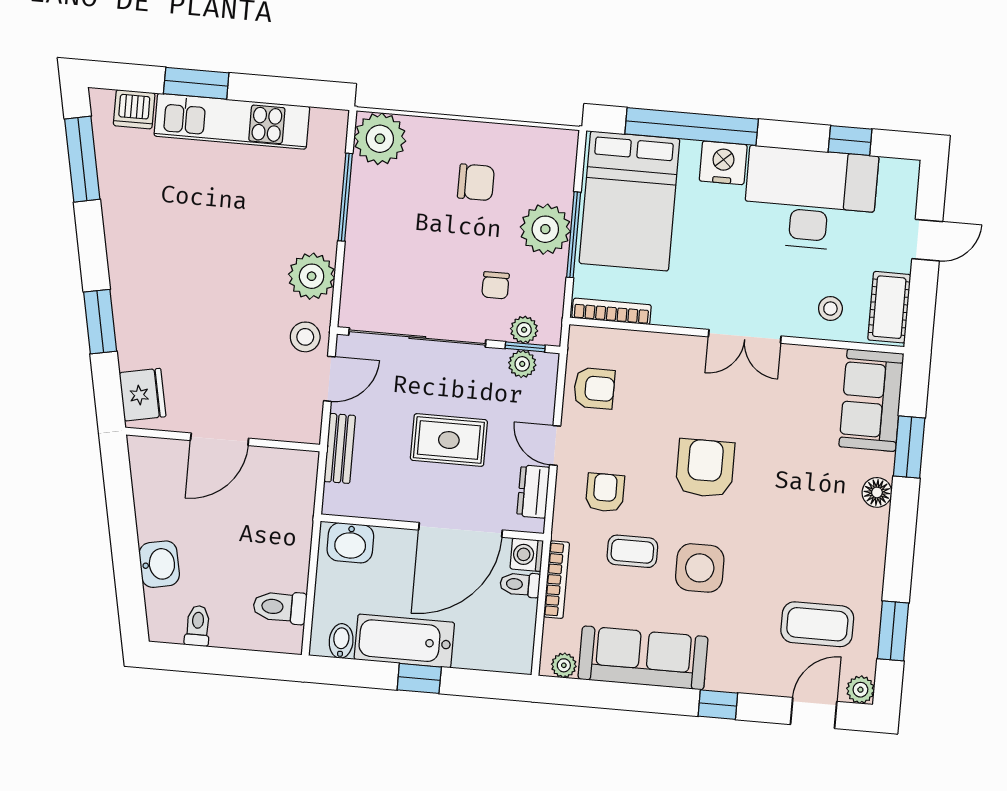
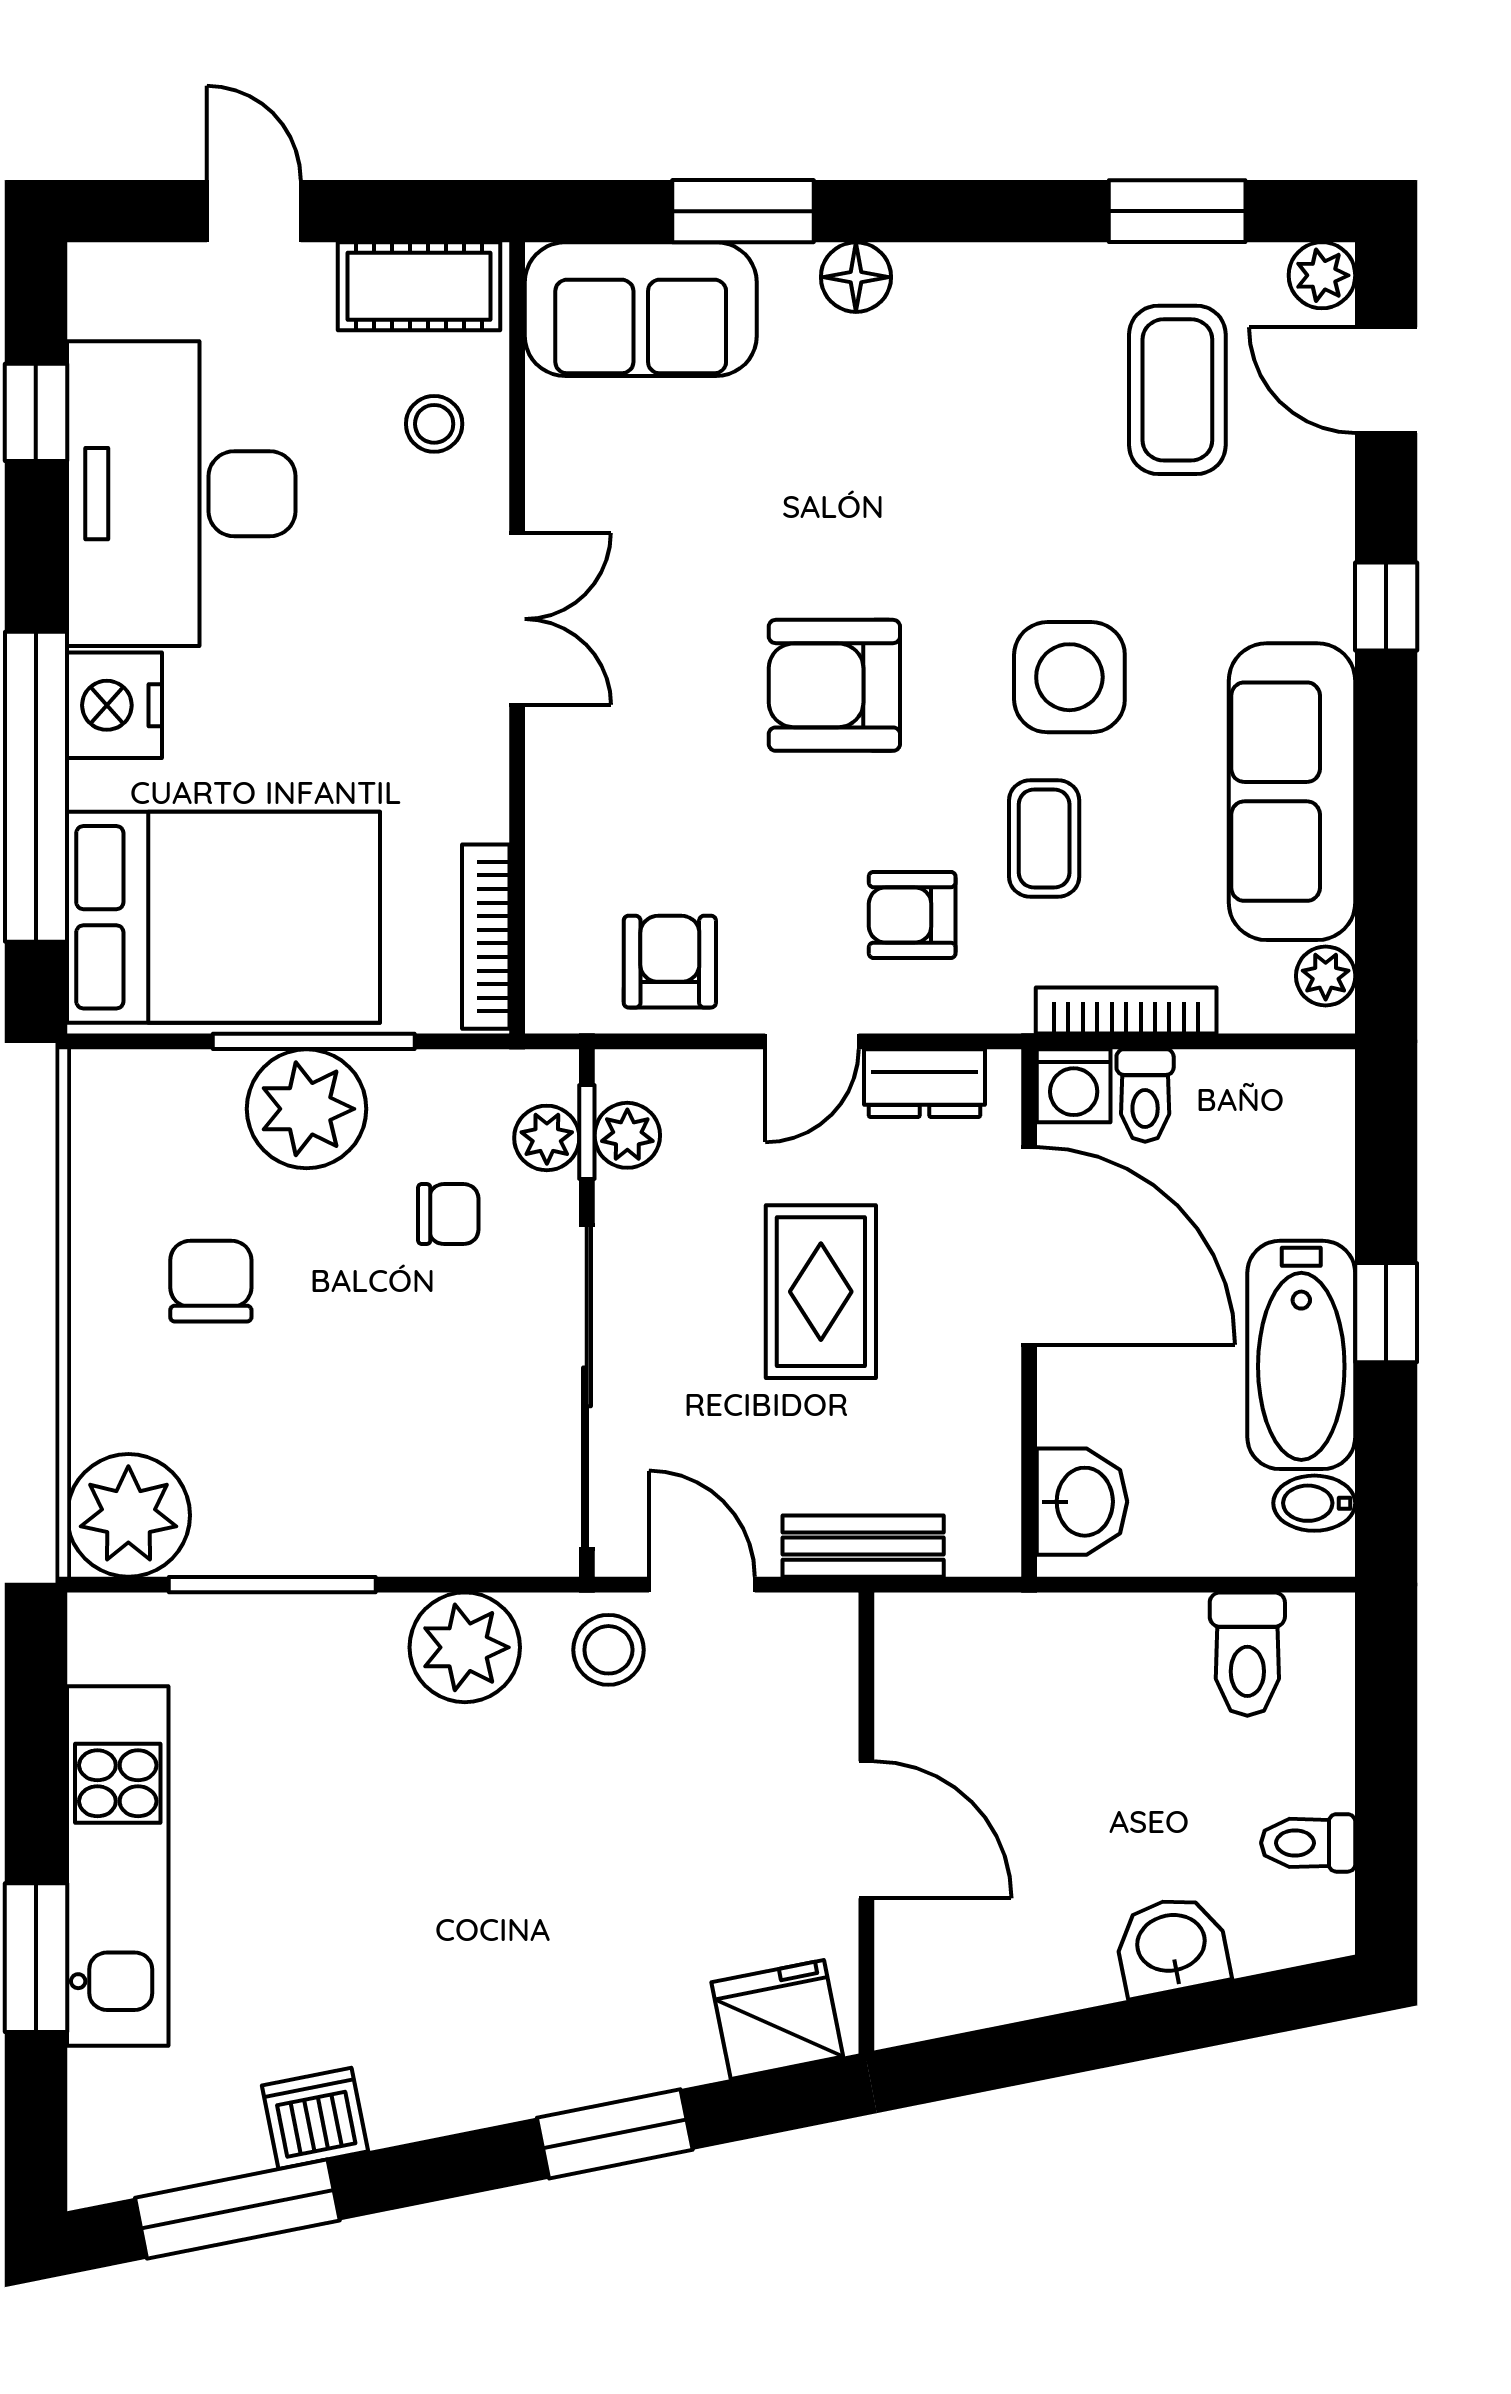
dishwasher: (134, 109) -> (315, 2118), moved, turned -101

